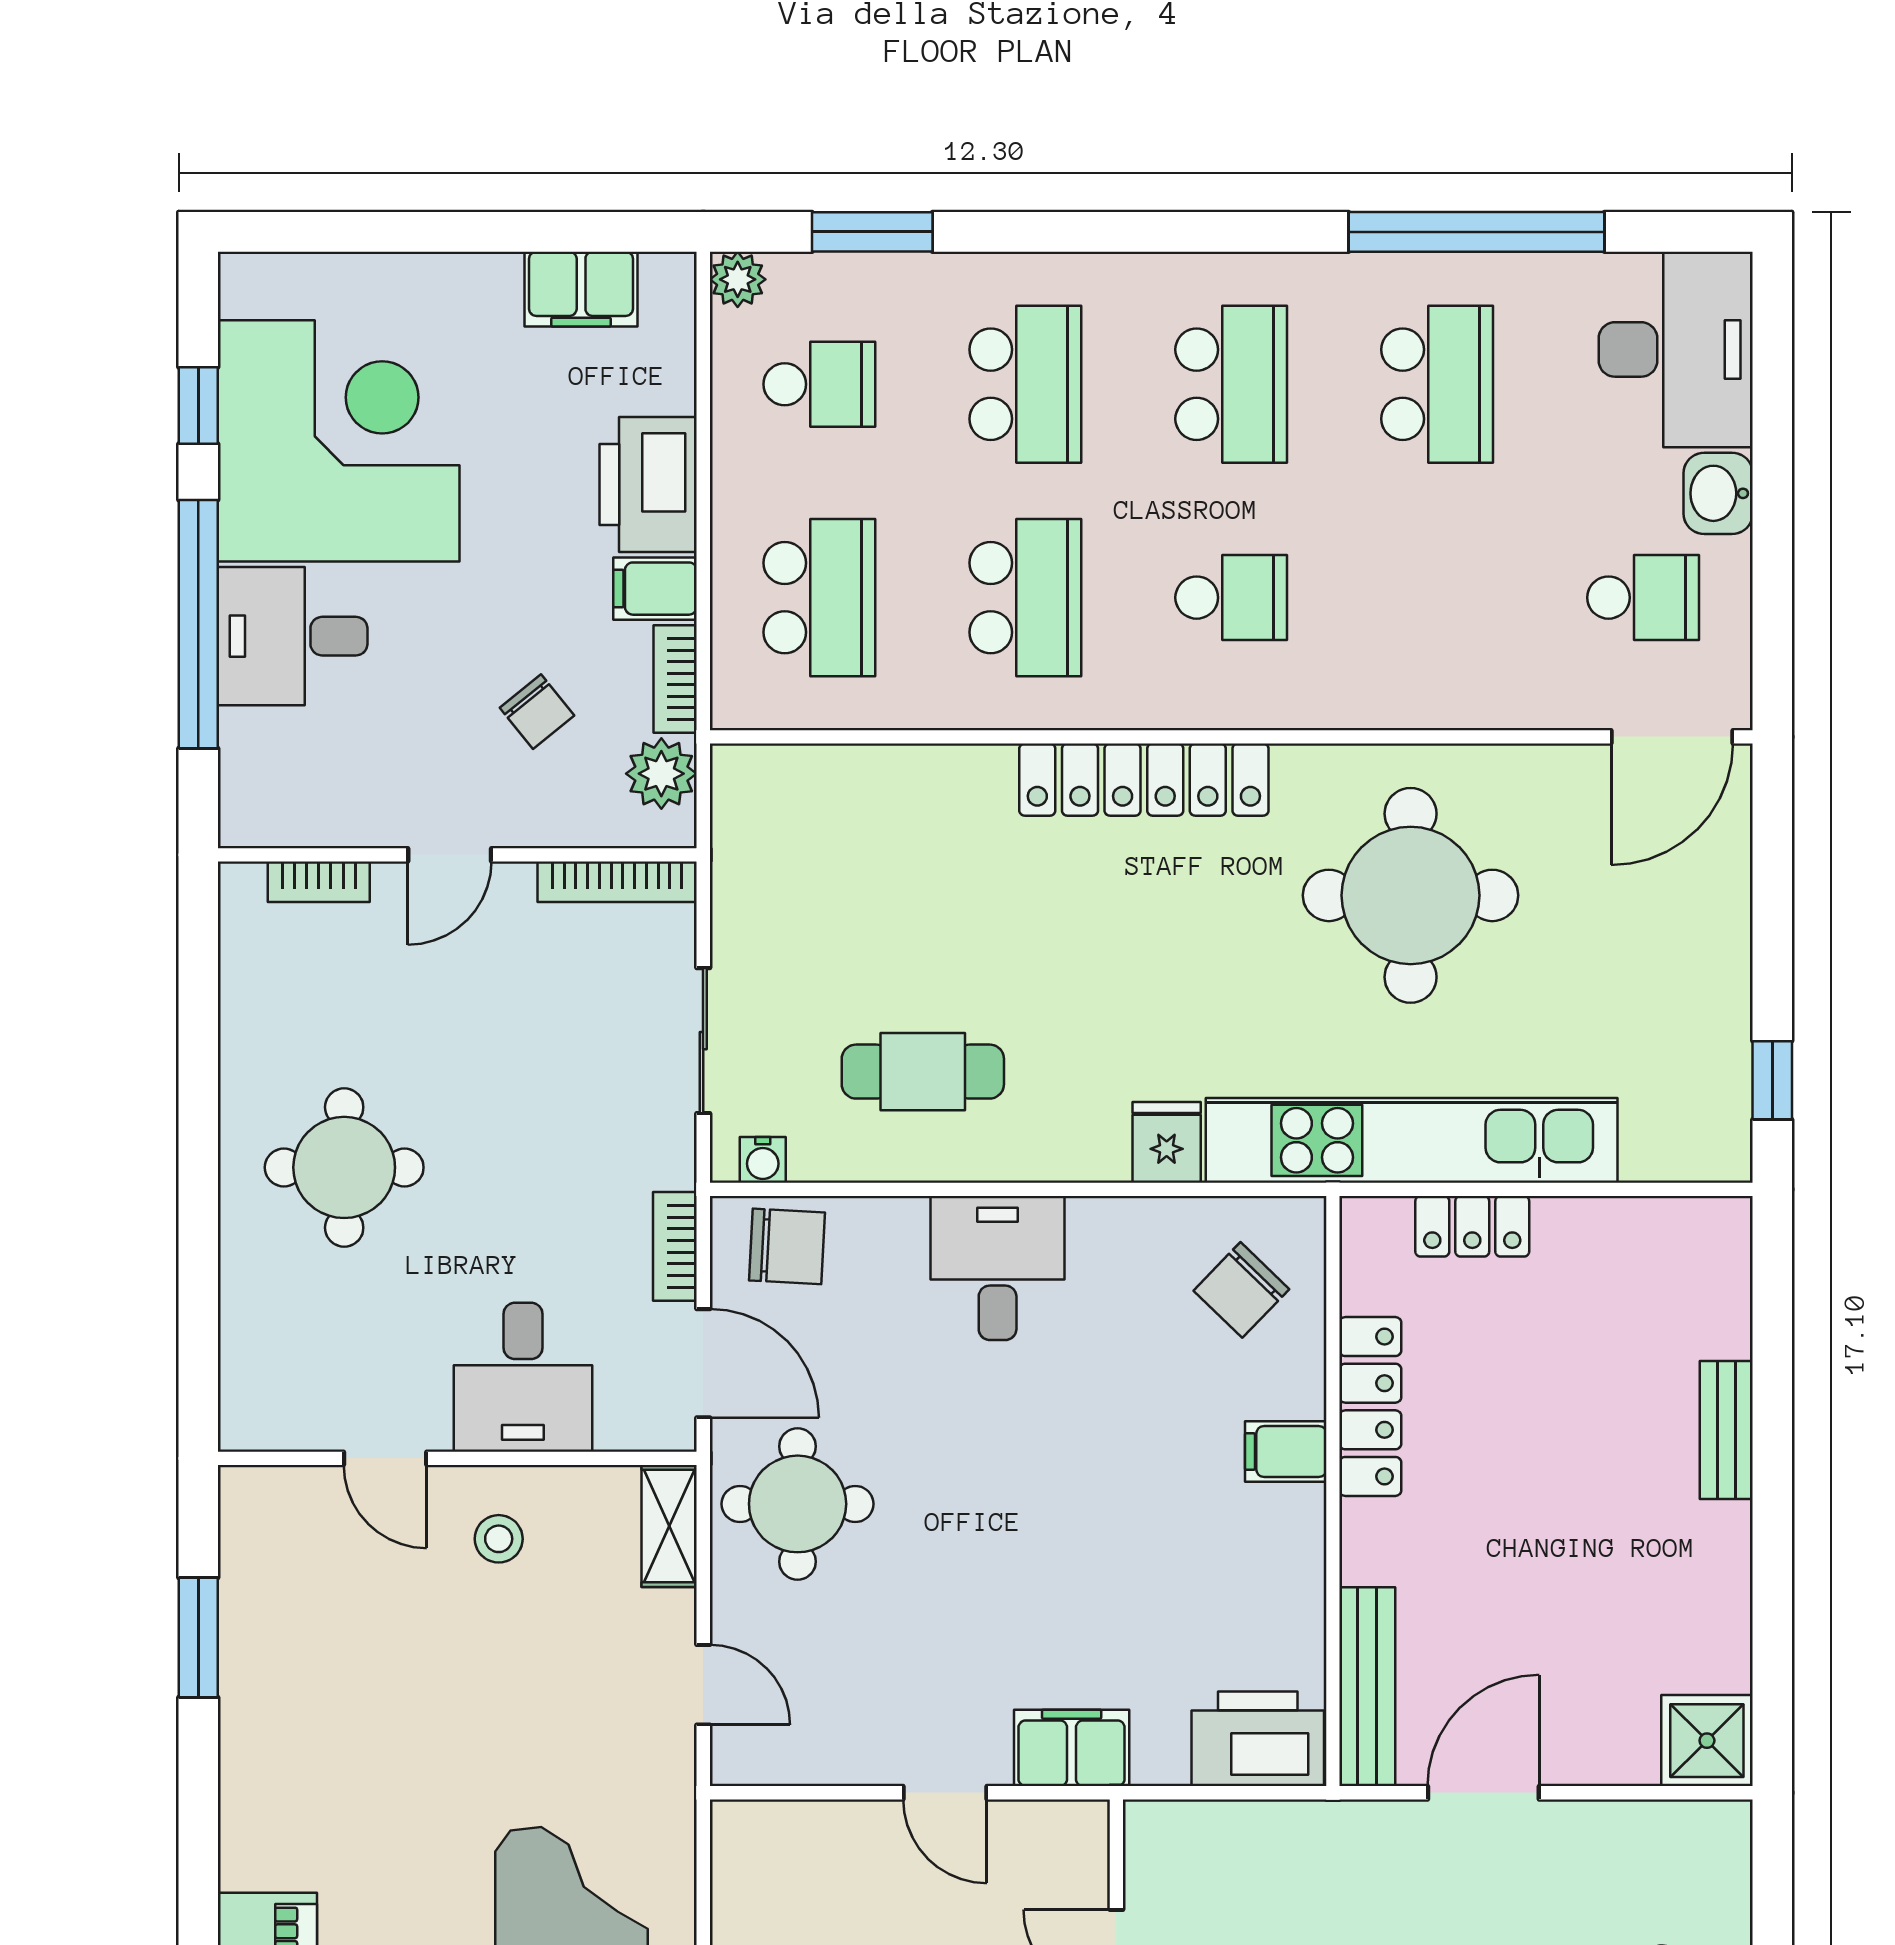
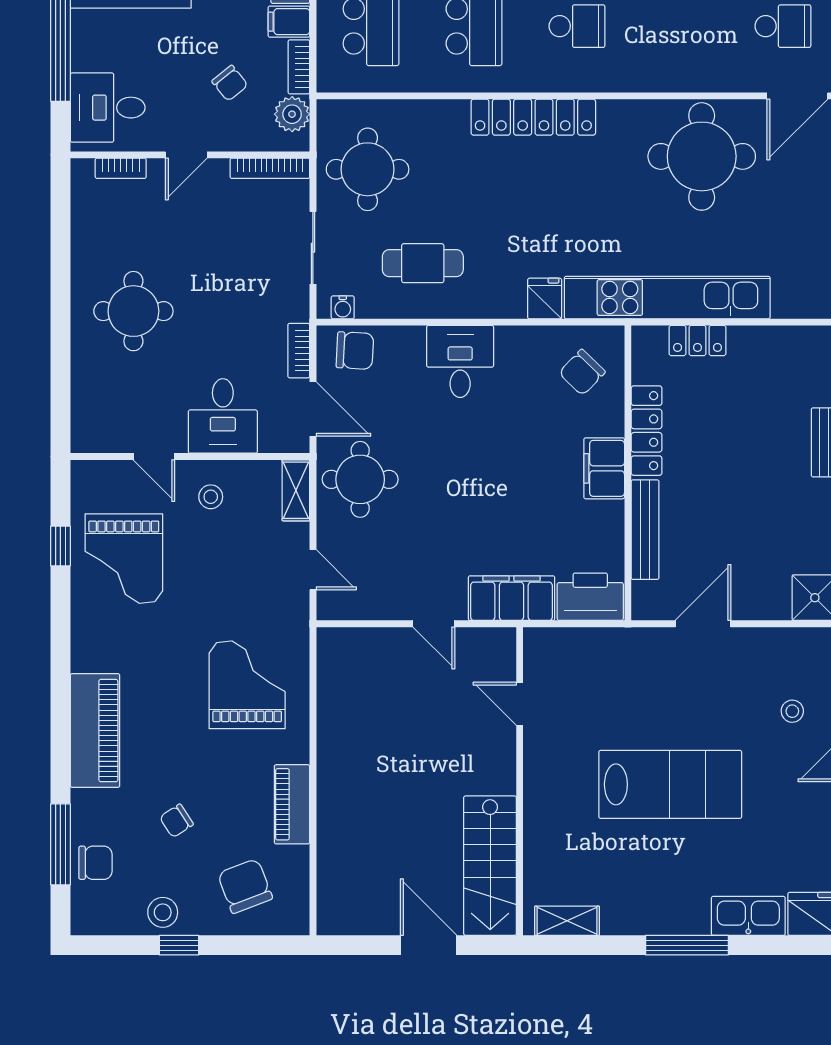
desk: (293, 636) -> (108, 108), moved
round table: (812, 884) -> (368, 169), added
round table: (1411, 895) -> (702, 156), moved
filing cabinet: (1286, 1451) -> (604, 468), width x2.00
window: (198, 1637) -> (60, 546), width x0.67
grand piano: (325, 1662) -> (124, 559), added
bench: (1367, 1687) -> (645, 530), moved
filing cabinet: (1072, 1748) -> (511, 598), width x1.50, depth x1.17

